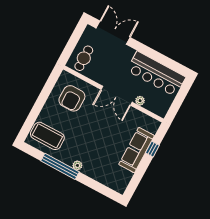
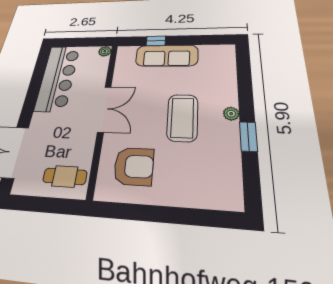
plant: (140, 101) -> (105, 51), moved
coffee table: (47, 136) -> (182, 118), moved
window: (60, 166) -> (248, 136), width x0.47

